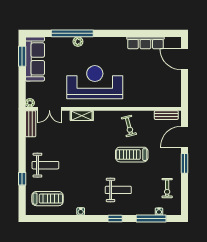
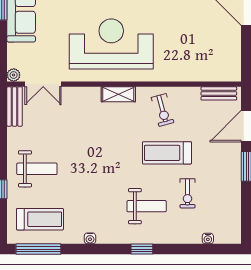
shelving: (82, 116) -> (118, 94), moved
exercise bike: (167, 188) -> (188, 193), moved
window: (151, 218) -> (38, 249), moved

